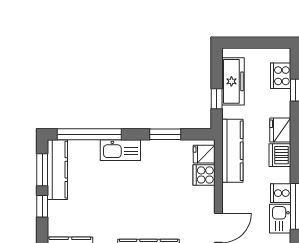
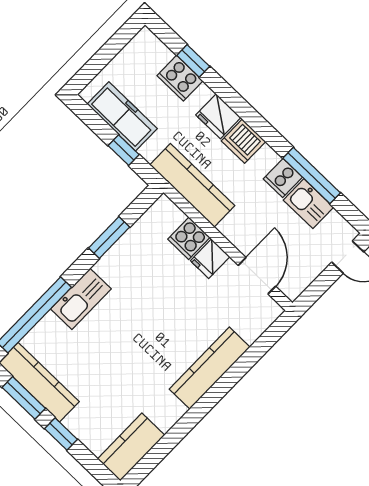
cooker: (281, 76) -> (180, 78), moved
fridge: (204, 154) -> (210, 259), moved

